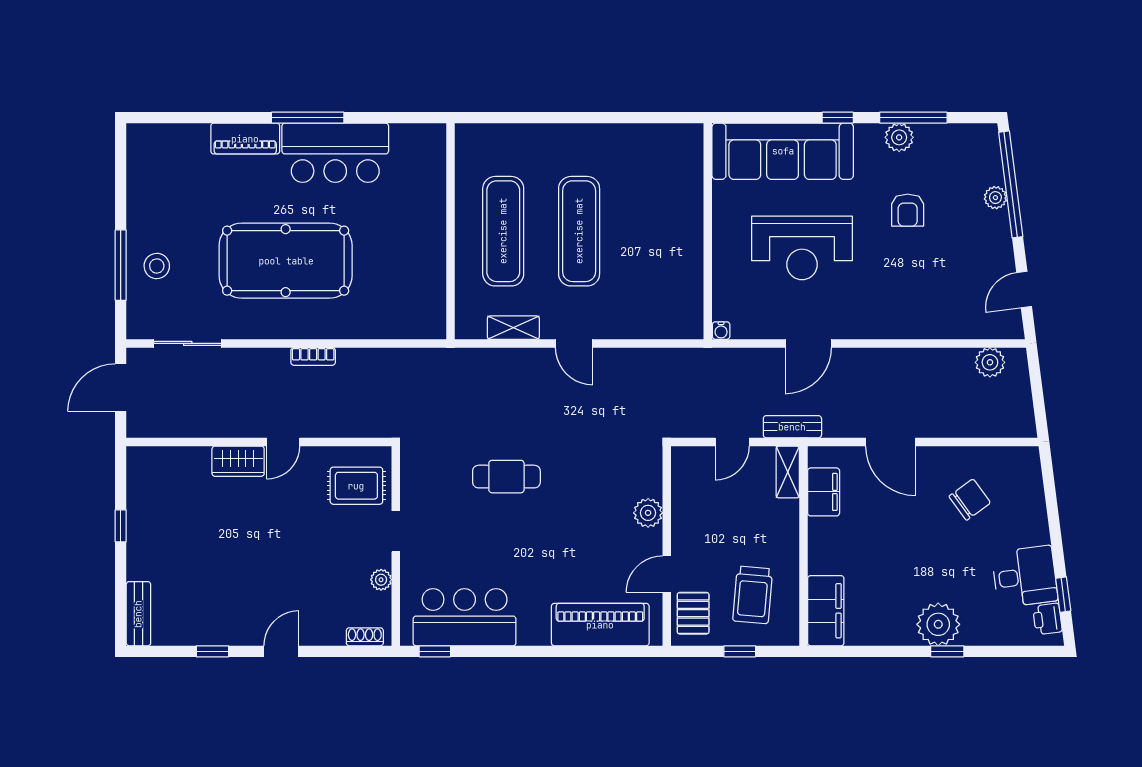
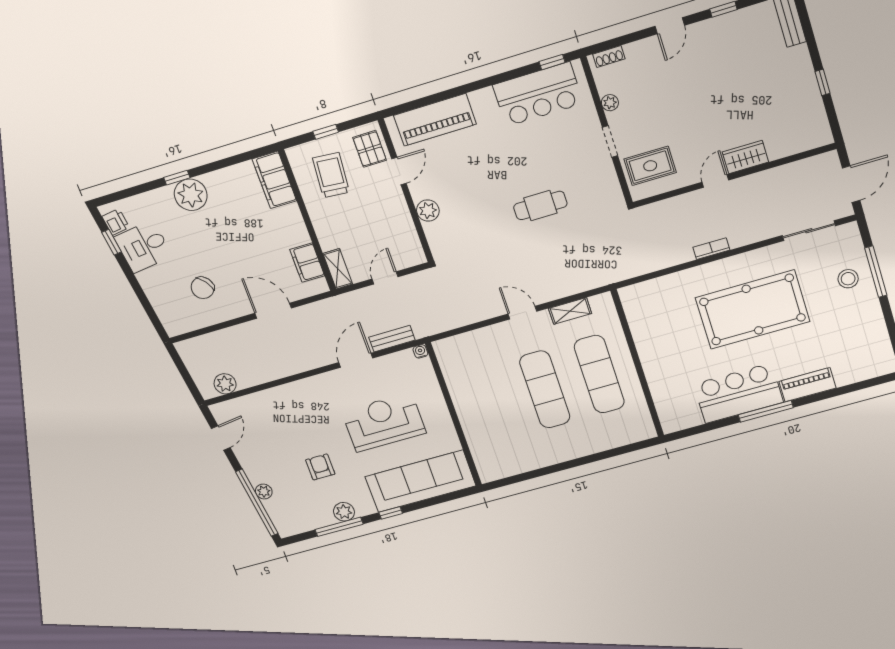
bench: (792, 427) -> (392, 339), moved

